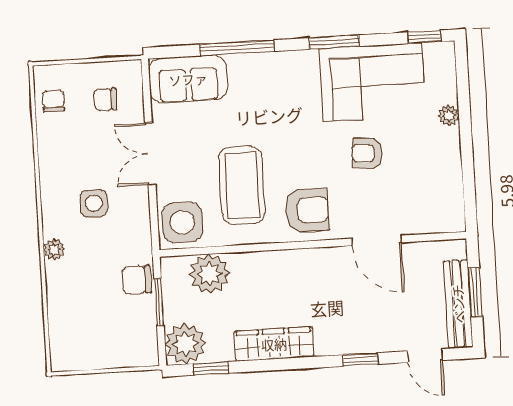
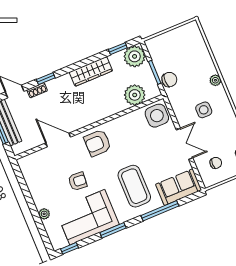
coffee table: (242, 185) -> (134, 186), moved
shoe rack: (383, 344) -> (37, 90), added

